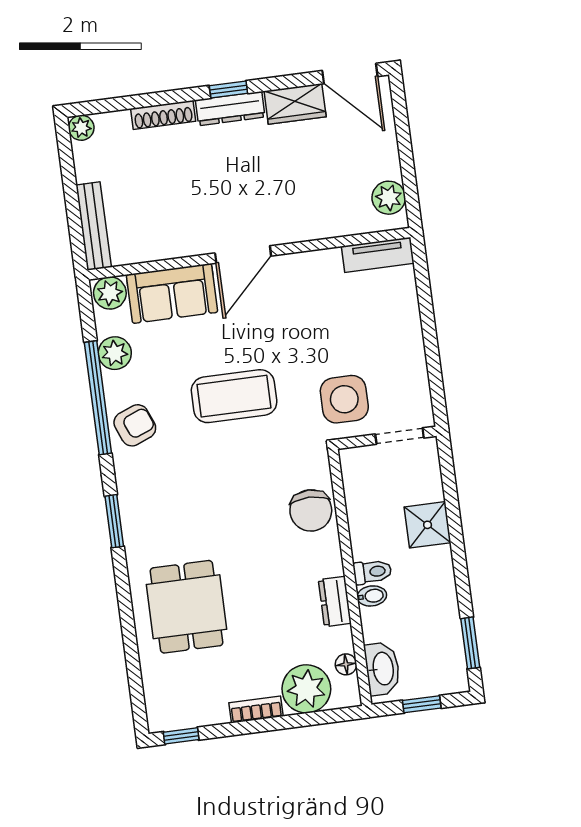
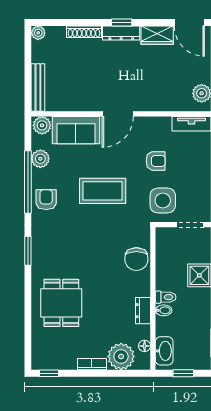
armchair: (322, 330) -> (156, 161), added
armchair: (135, 425) -> (46, 200), turned -68

